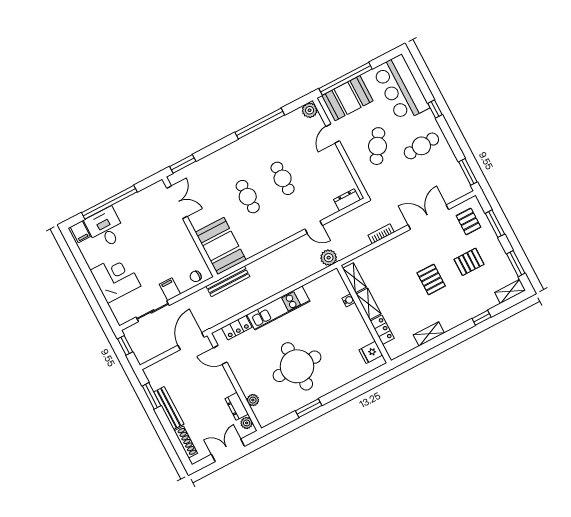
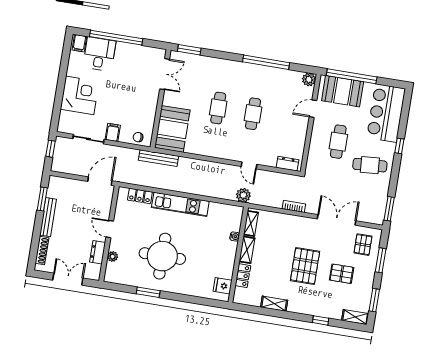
cafe table: (377, 146) -> (338, 142), turned -32
pallet: (431, 279) -> (305, 266), width x1.50, depth x1.42
door: (220, 355) -> (110, 229), moved
plant: (247, 423) -> (96, 270), removed

